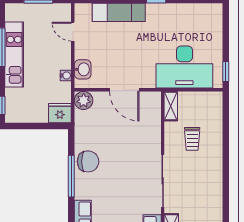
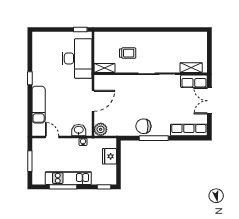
door: (73, 32) -> (52, 137), swing flipped
fridge: (60, 113) -> (109, 156), moved
chair: (88, 161) -> (143, 126), turned -90

